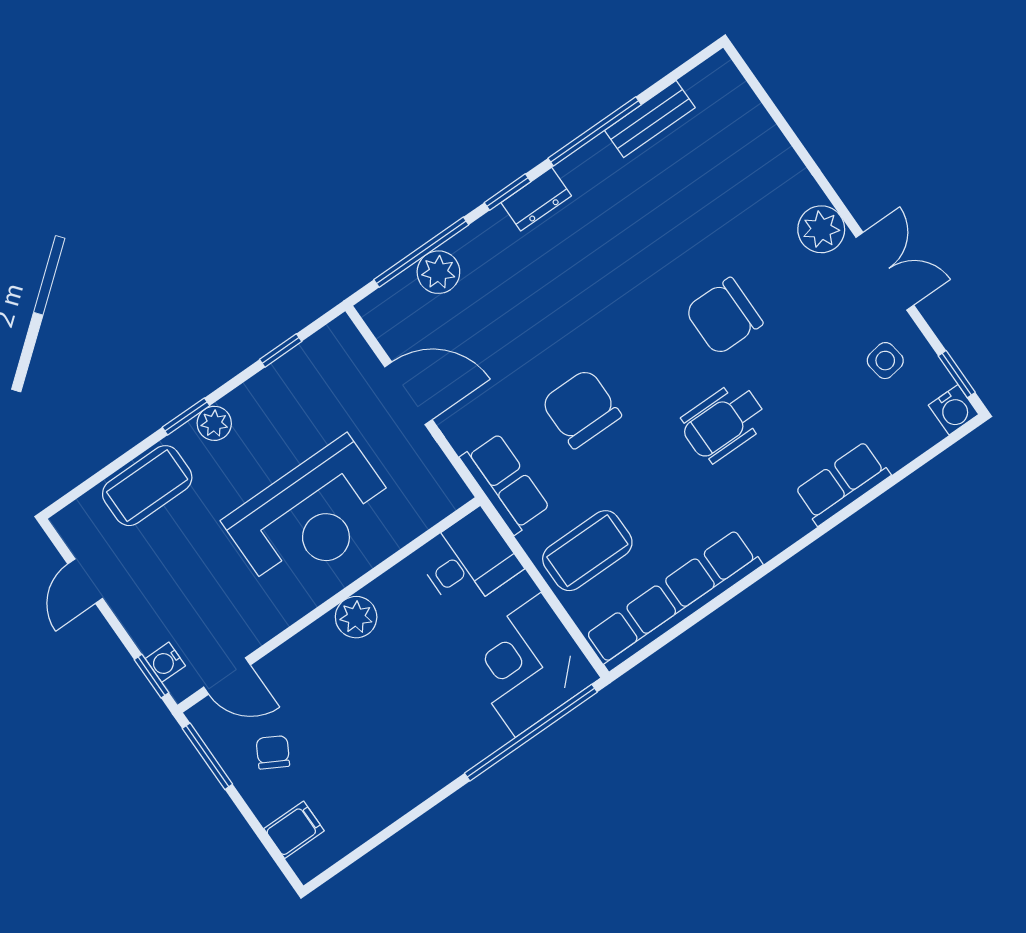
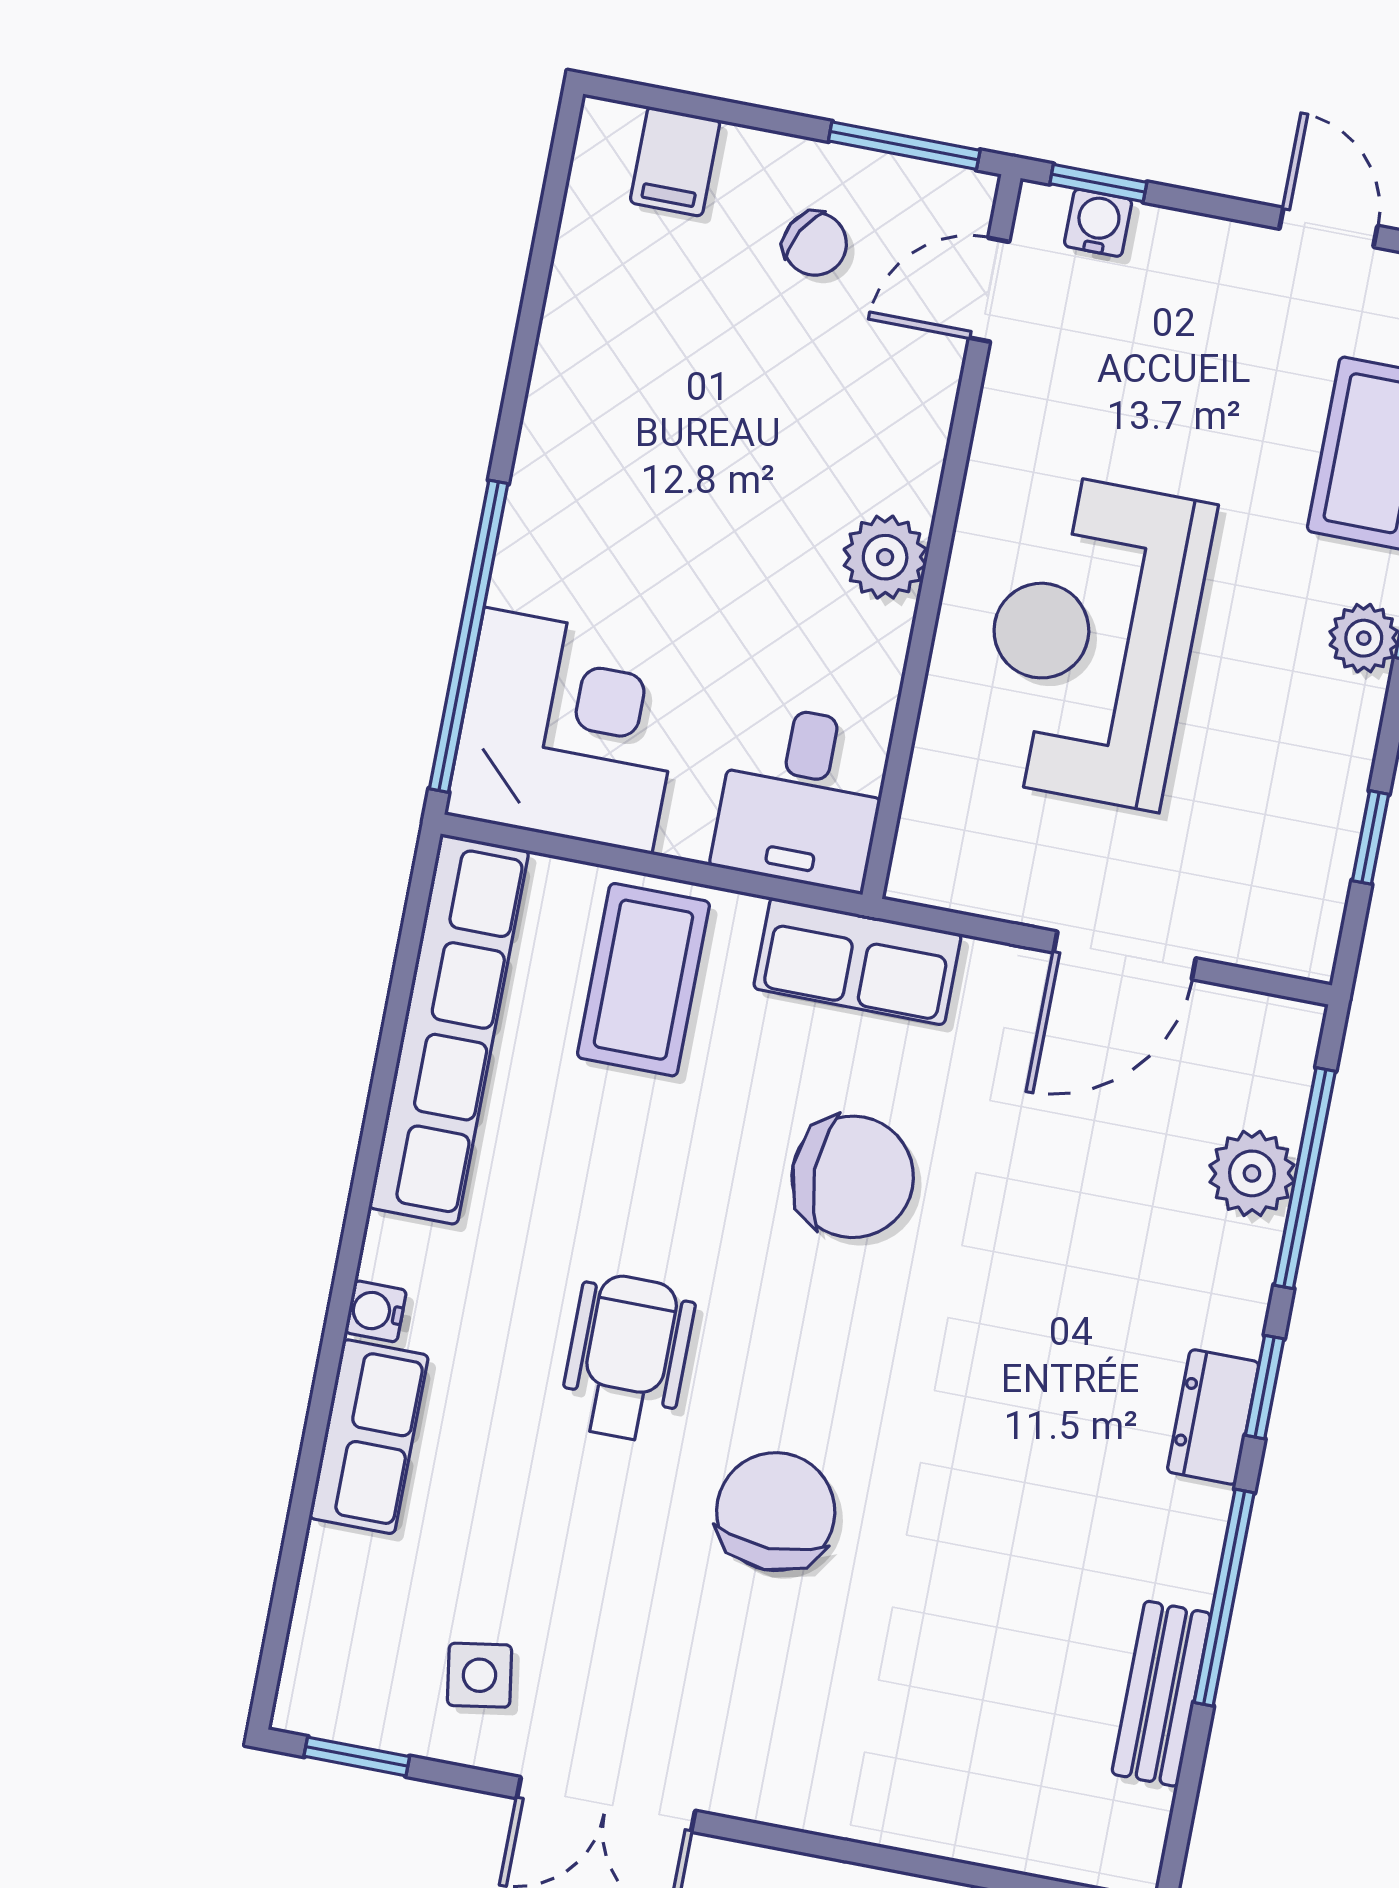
plant: (821, 229) -> (757, 1775), removed
water cooler: (954, 410) -> (376, 1311), moved, width x0.72, depth x0.72

